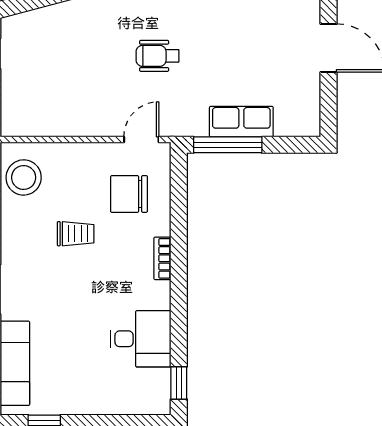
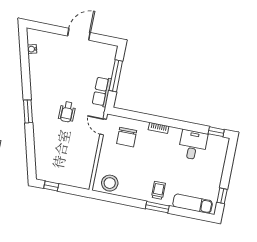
row of seats: (241, 122) -> (102, 92), moved
window: (228, 145) -> (116, 76), moved
trolley: (76, 234) -> (158, 190), moved

